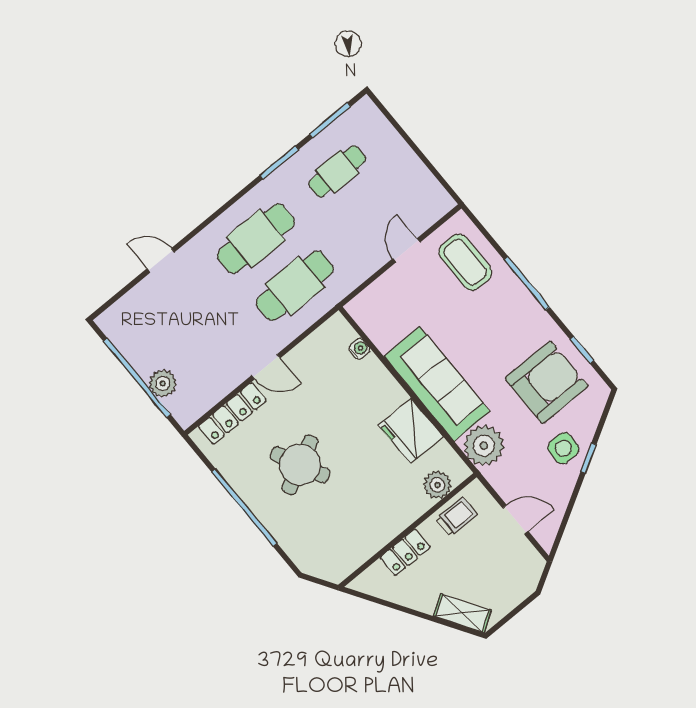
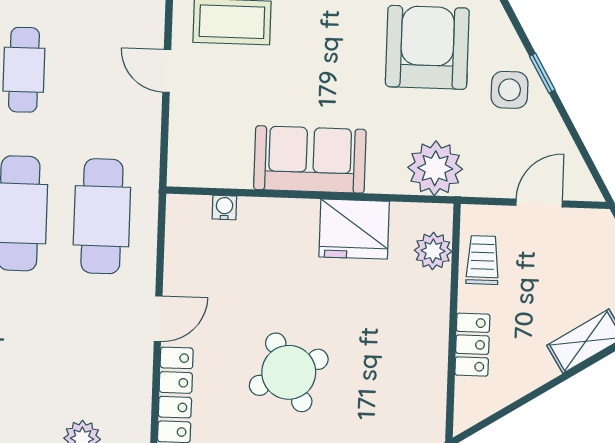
sofa: (437, 384) -> (310, 159), width x0.73

